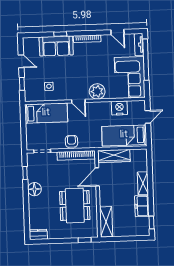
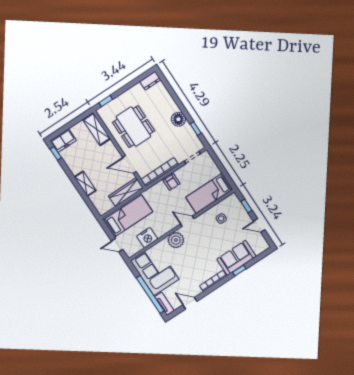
door: (148, 117) -> (117, 245), hinge flipped
door: (97, 177) -> (129, 165), swing flipped
freezer: (142, 206) -> (63, 141), moved, turned 90

